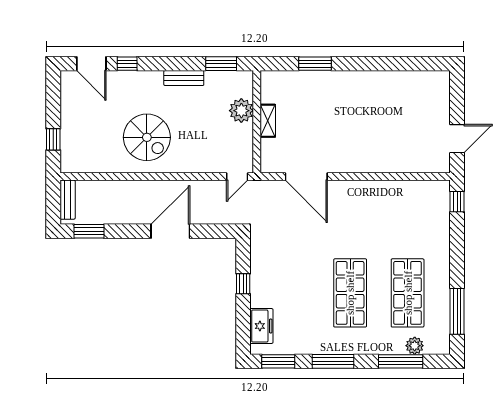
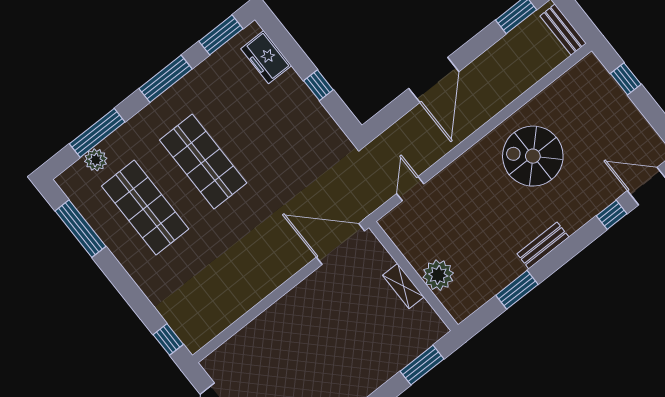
plant: (241, 111) -> (438, 275), moved
shelving: (268, 121) -> (403, 286), moved
wall: (257, 122) -> (414, 276), moved

